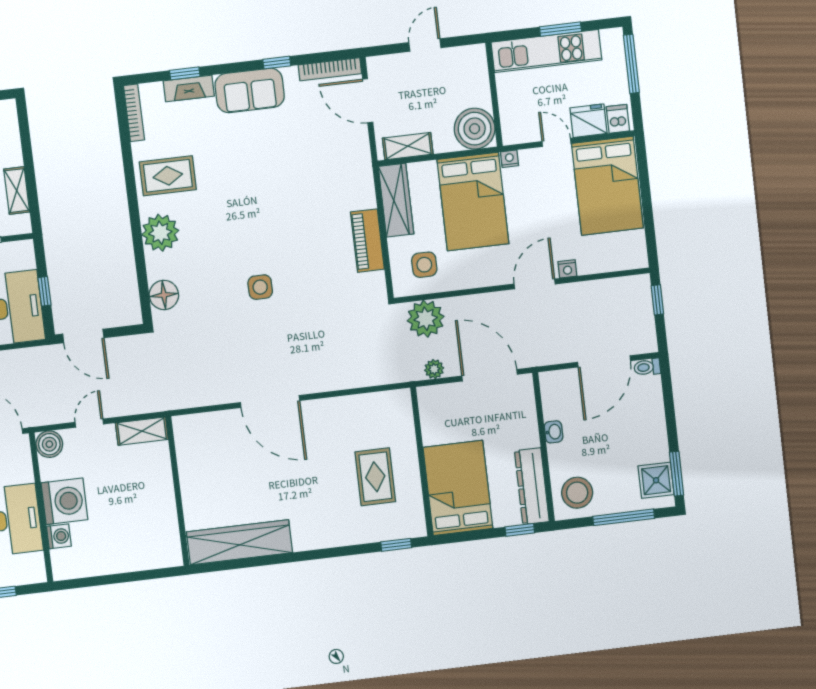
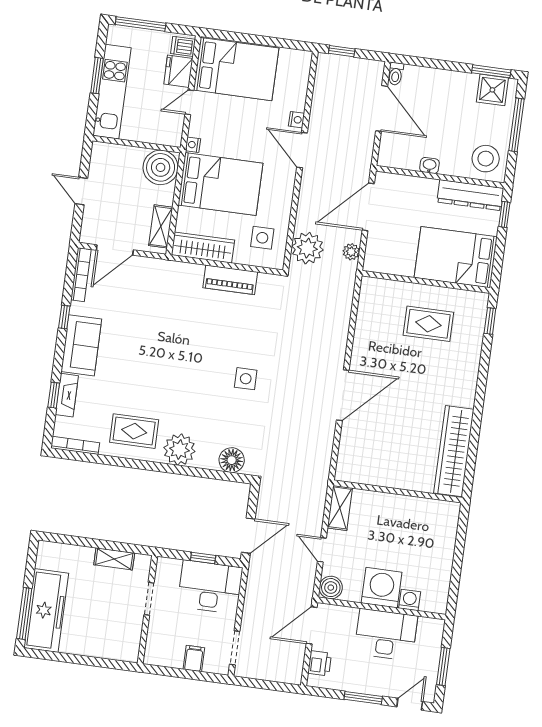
rug: (168, 176) -> (134, 431), turned 90

